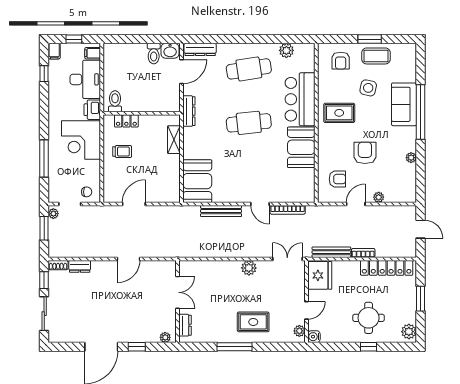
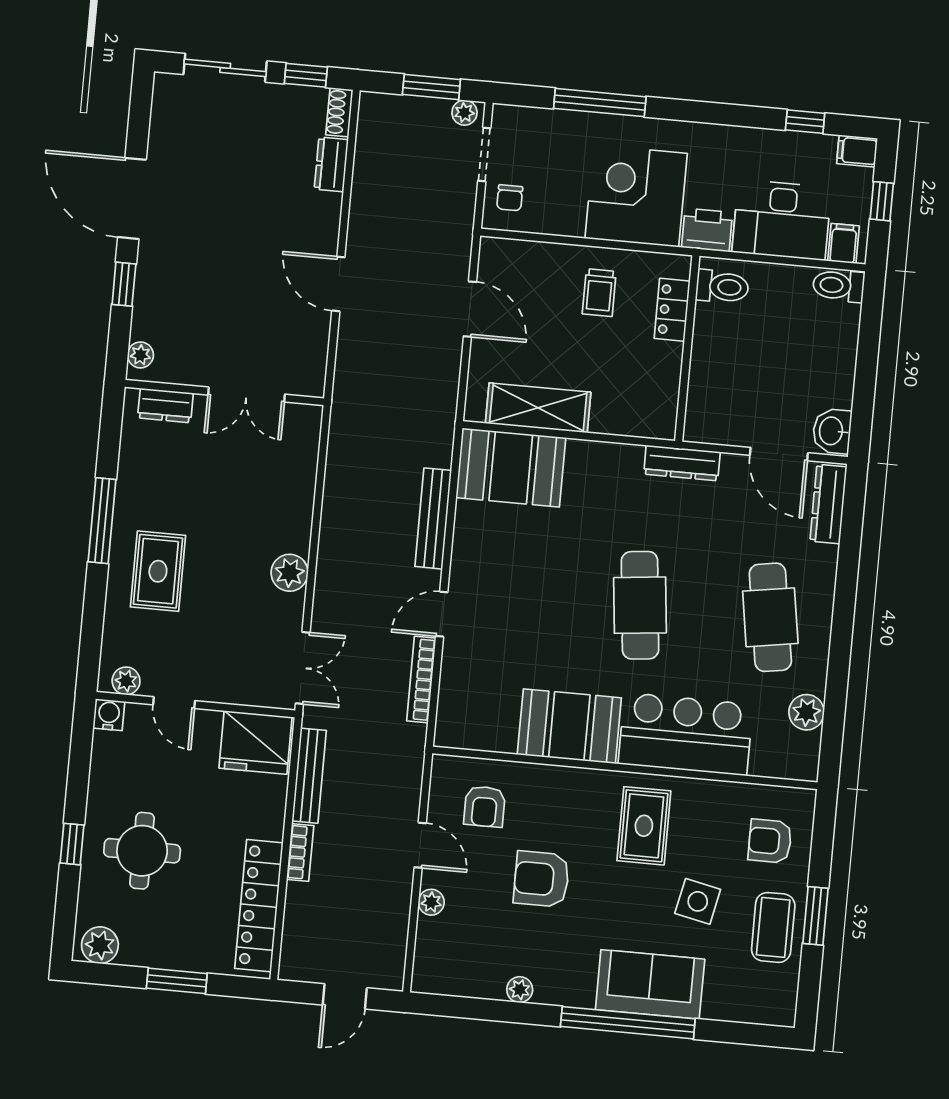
toilet: (154, 54) -> (839, 286), moved
shelving: (174, 140) -> (538, 408), moved, width x1.50, depth x1.33
armchair: (365, 153) -> (541, 879), turned 180

